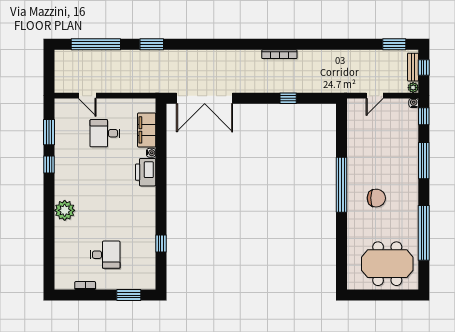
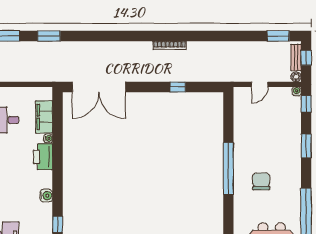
window: (424, 161) -> (306, 146), width x0.69
chair: (376, 198) -> (261, 181), turned -91
water cooler: (149, 213) -> (46, 196), added

